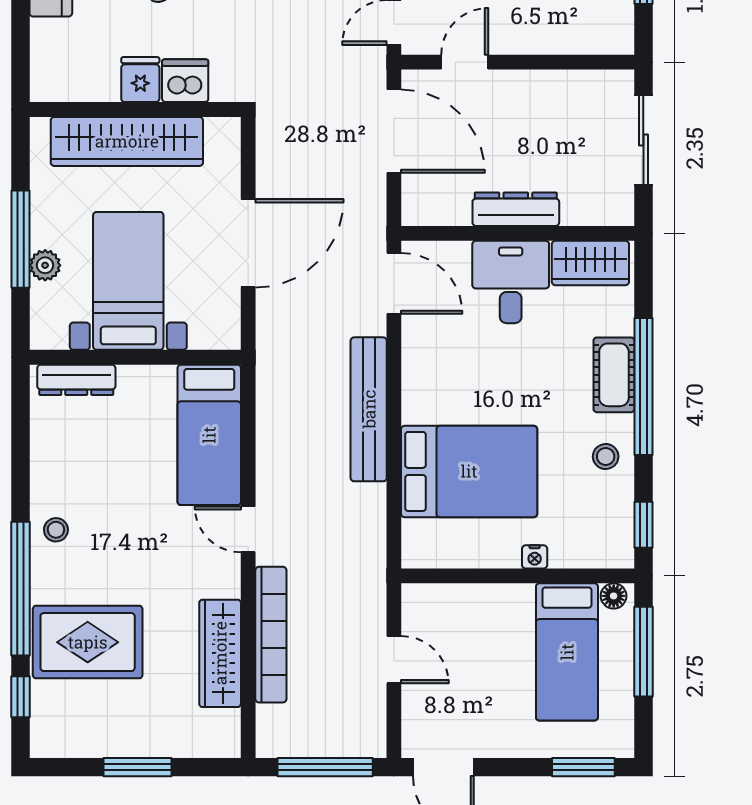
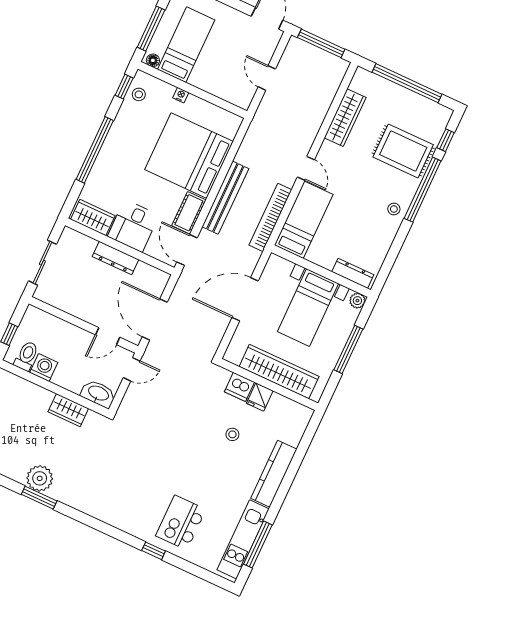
plant: (45, 265) -> (357, 301), moved
cot: (614, 375) -> (189, 213), moved
stool: (606, 456) -> (139, 94), moved
bed: (469, 471) -> (189, 156), width x1.36
bookcase: (271, 635) -> (270, 217), moved
window: (137, 767) -> (407, 83), width x2.11

